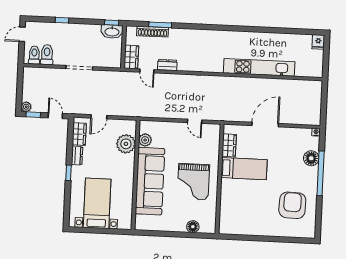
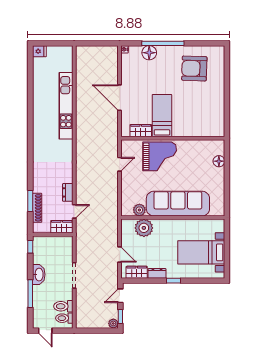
window: (62, 20) -> (30, 294), width x2.17
washbasin: (112, 32) -> (39, 275), moved
grand piano: (193, 182) -> (160, 156), moved

